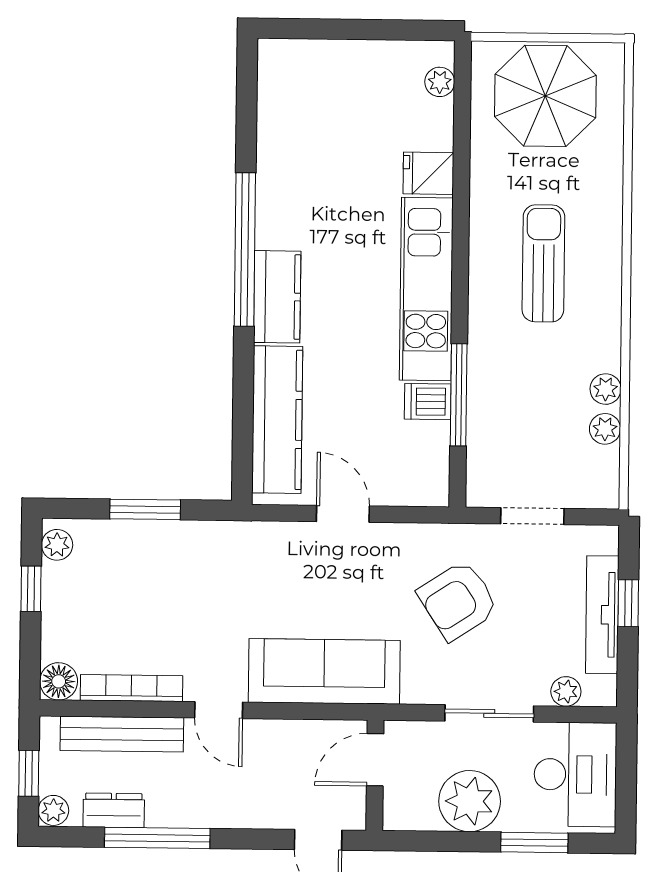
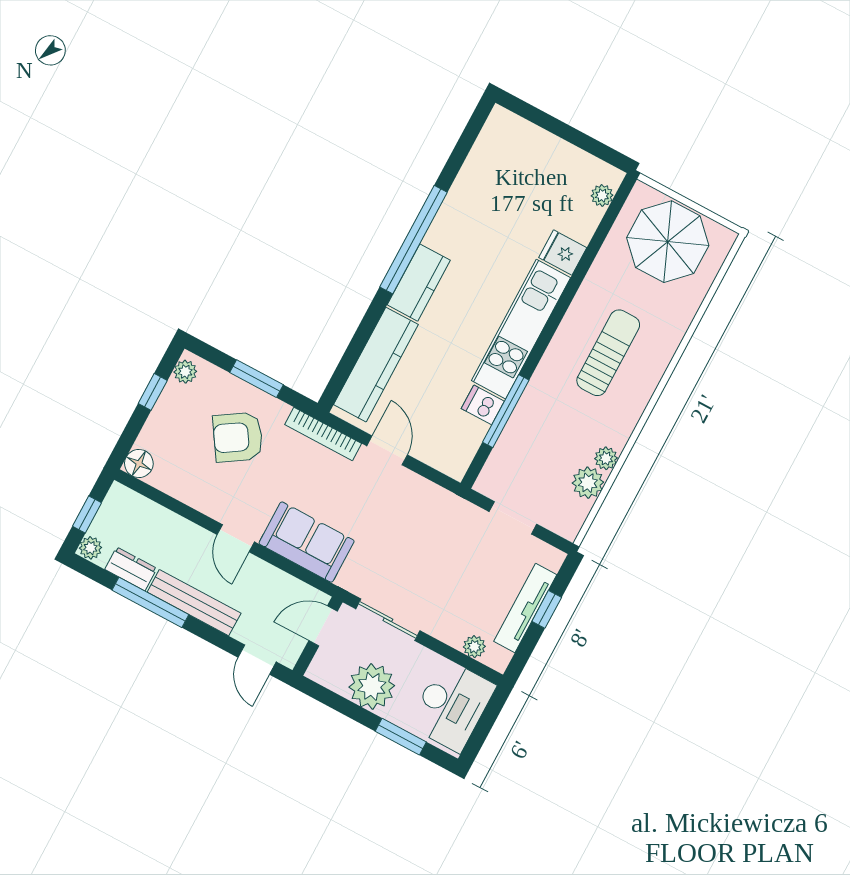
plant: (605, 429) -> (588, 483), width x1.38, depth x1.38
armchair: (458, 600) -> (238, 437), moved
sofa: (324, 671) -> (307, 542), width x0.73
bookcase: (132, 688) -> (323, 434), moved, turned 180
sliding door: (489, 713) -> (388, 620), moved
bench: (122, 734) -> (194, 603), moved

